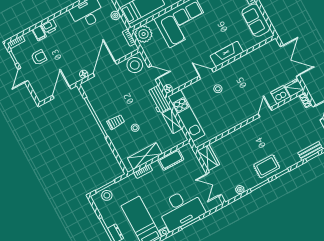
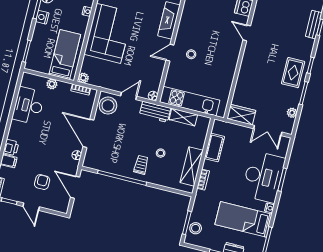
plant: (144, 34) -> (83, 78), width x0.53, depth x0.53
armchair: (39, 57) -> (42, 182), moved

